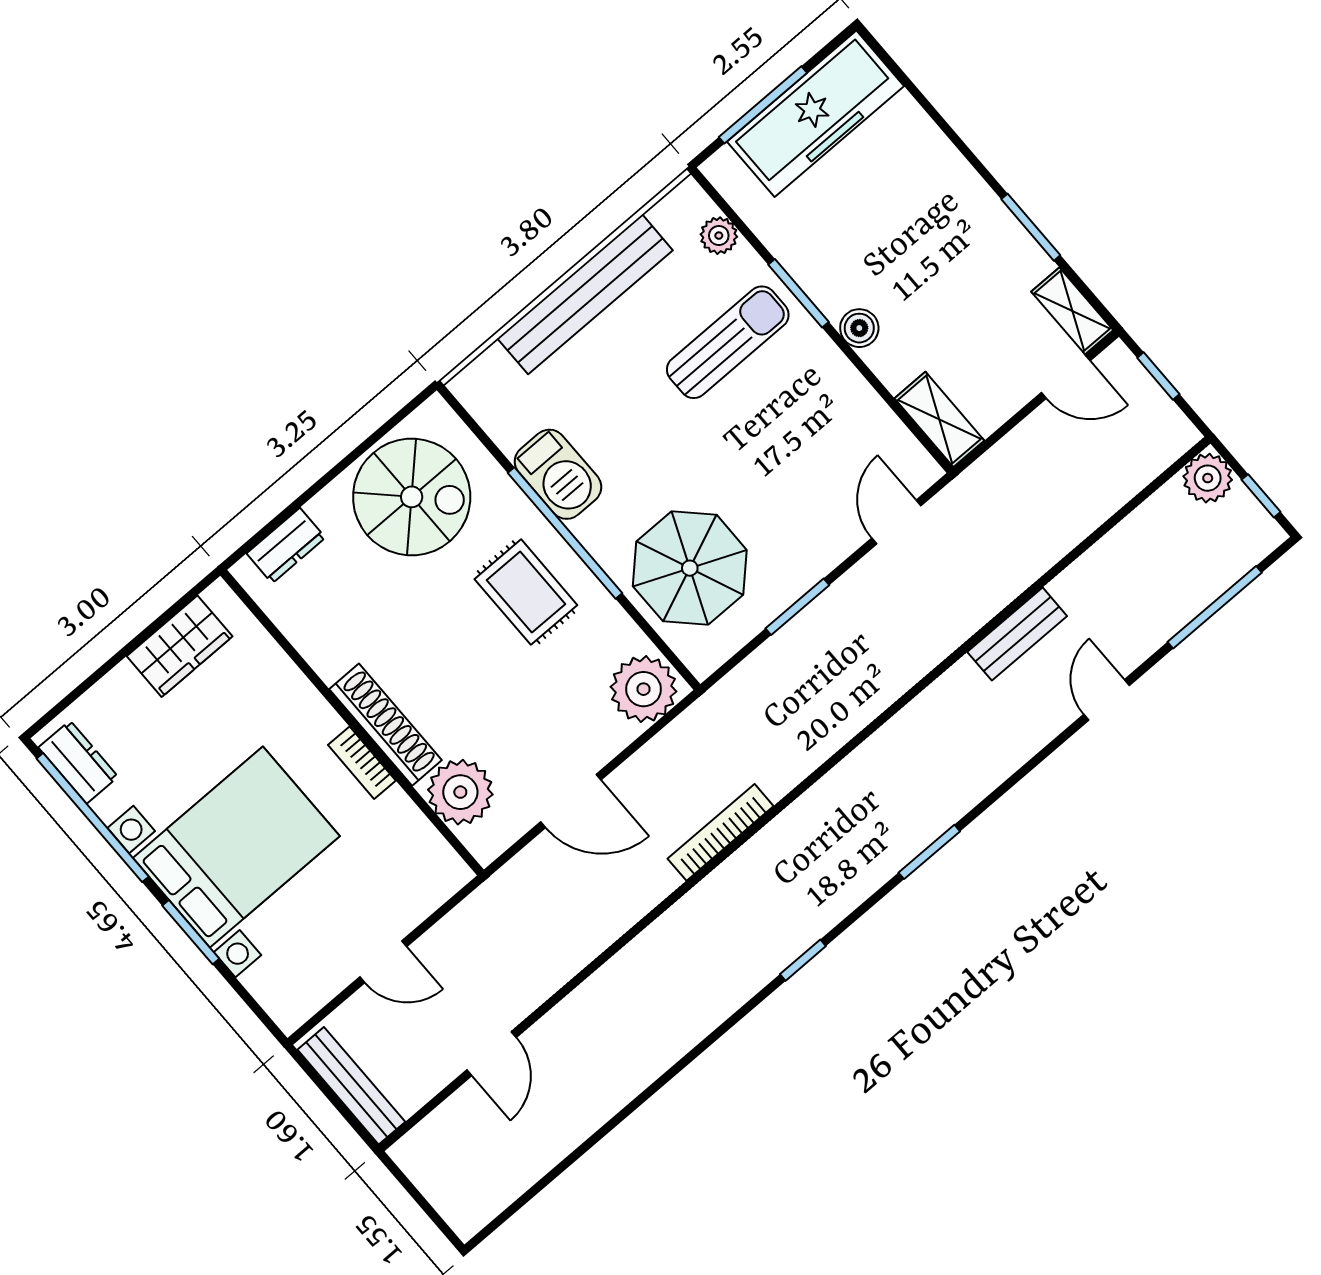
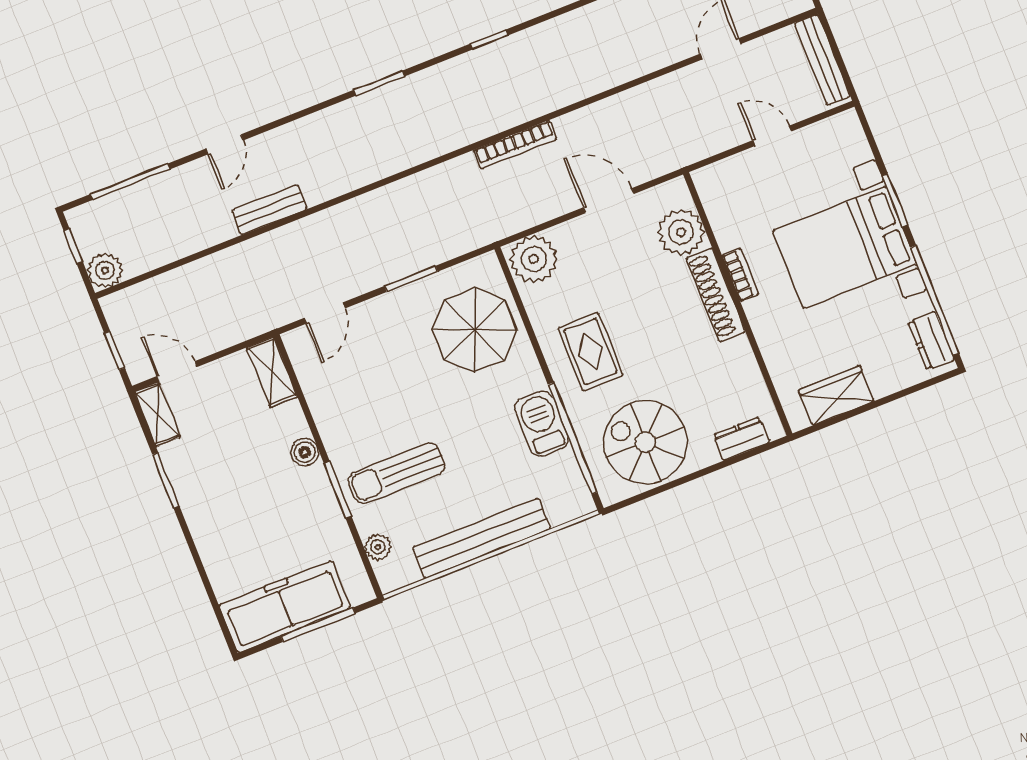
window: (565, 533) -> (573, 438), moved

